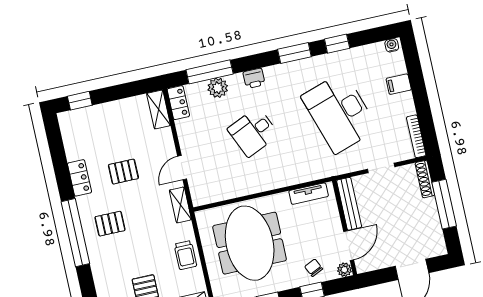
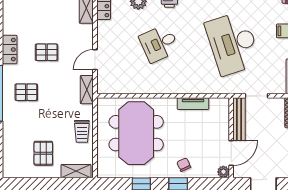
bench: (349, 204) -> (239, 119), moved
wall: (345, 228) -> (231, 138), moved
door: (349, 246) -> (231, 153), moved
plant: (344, 270) -> (223, 172), moved

